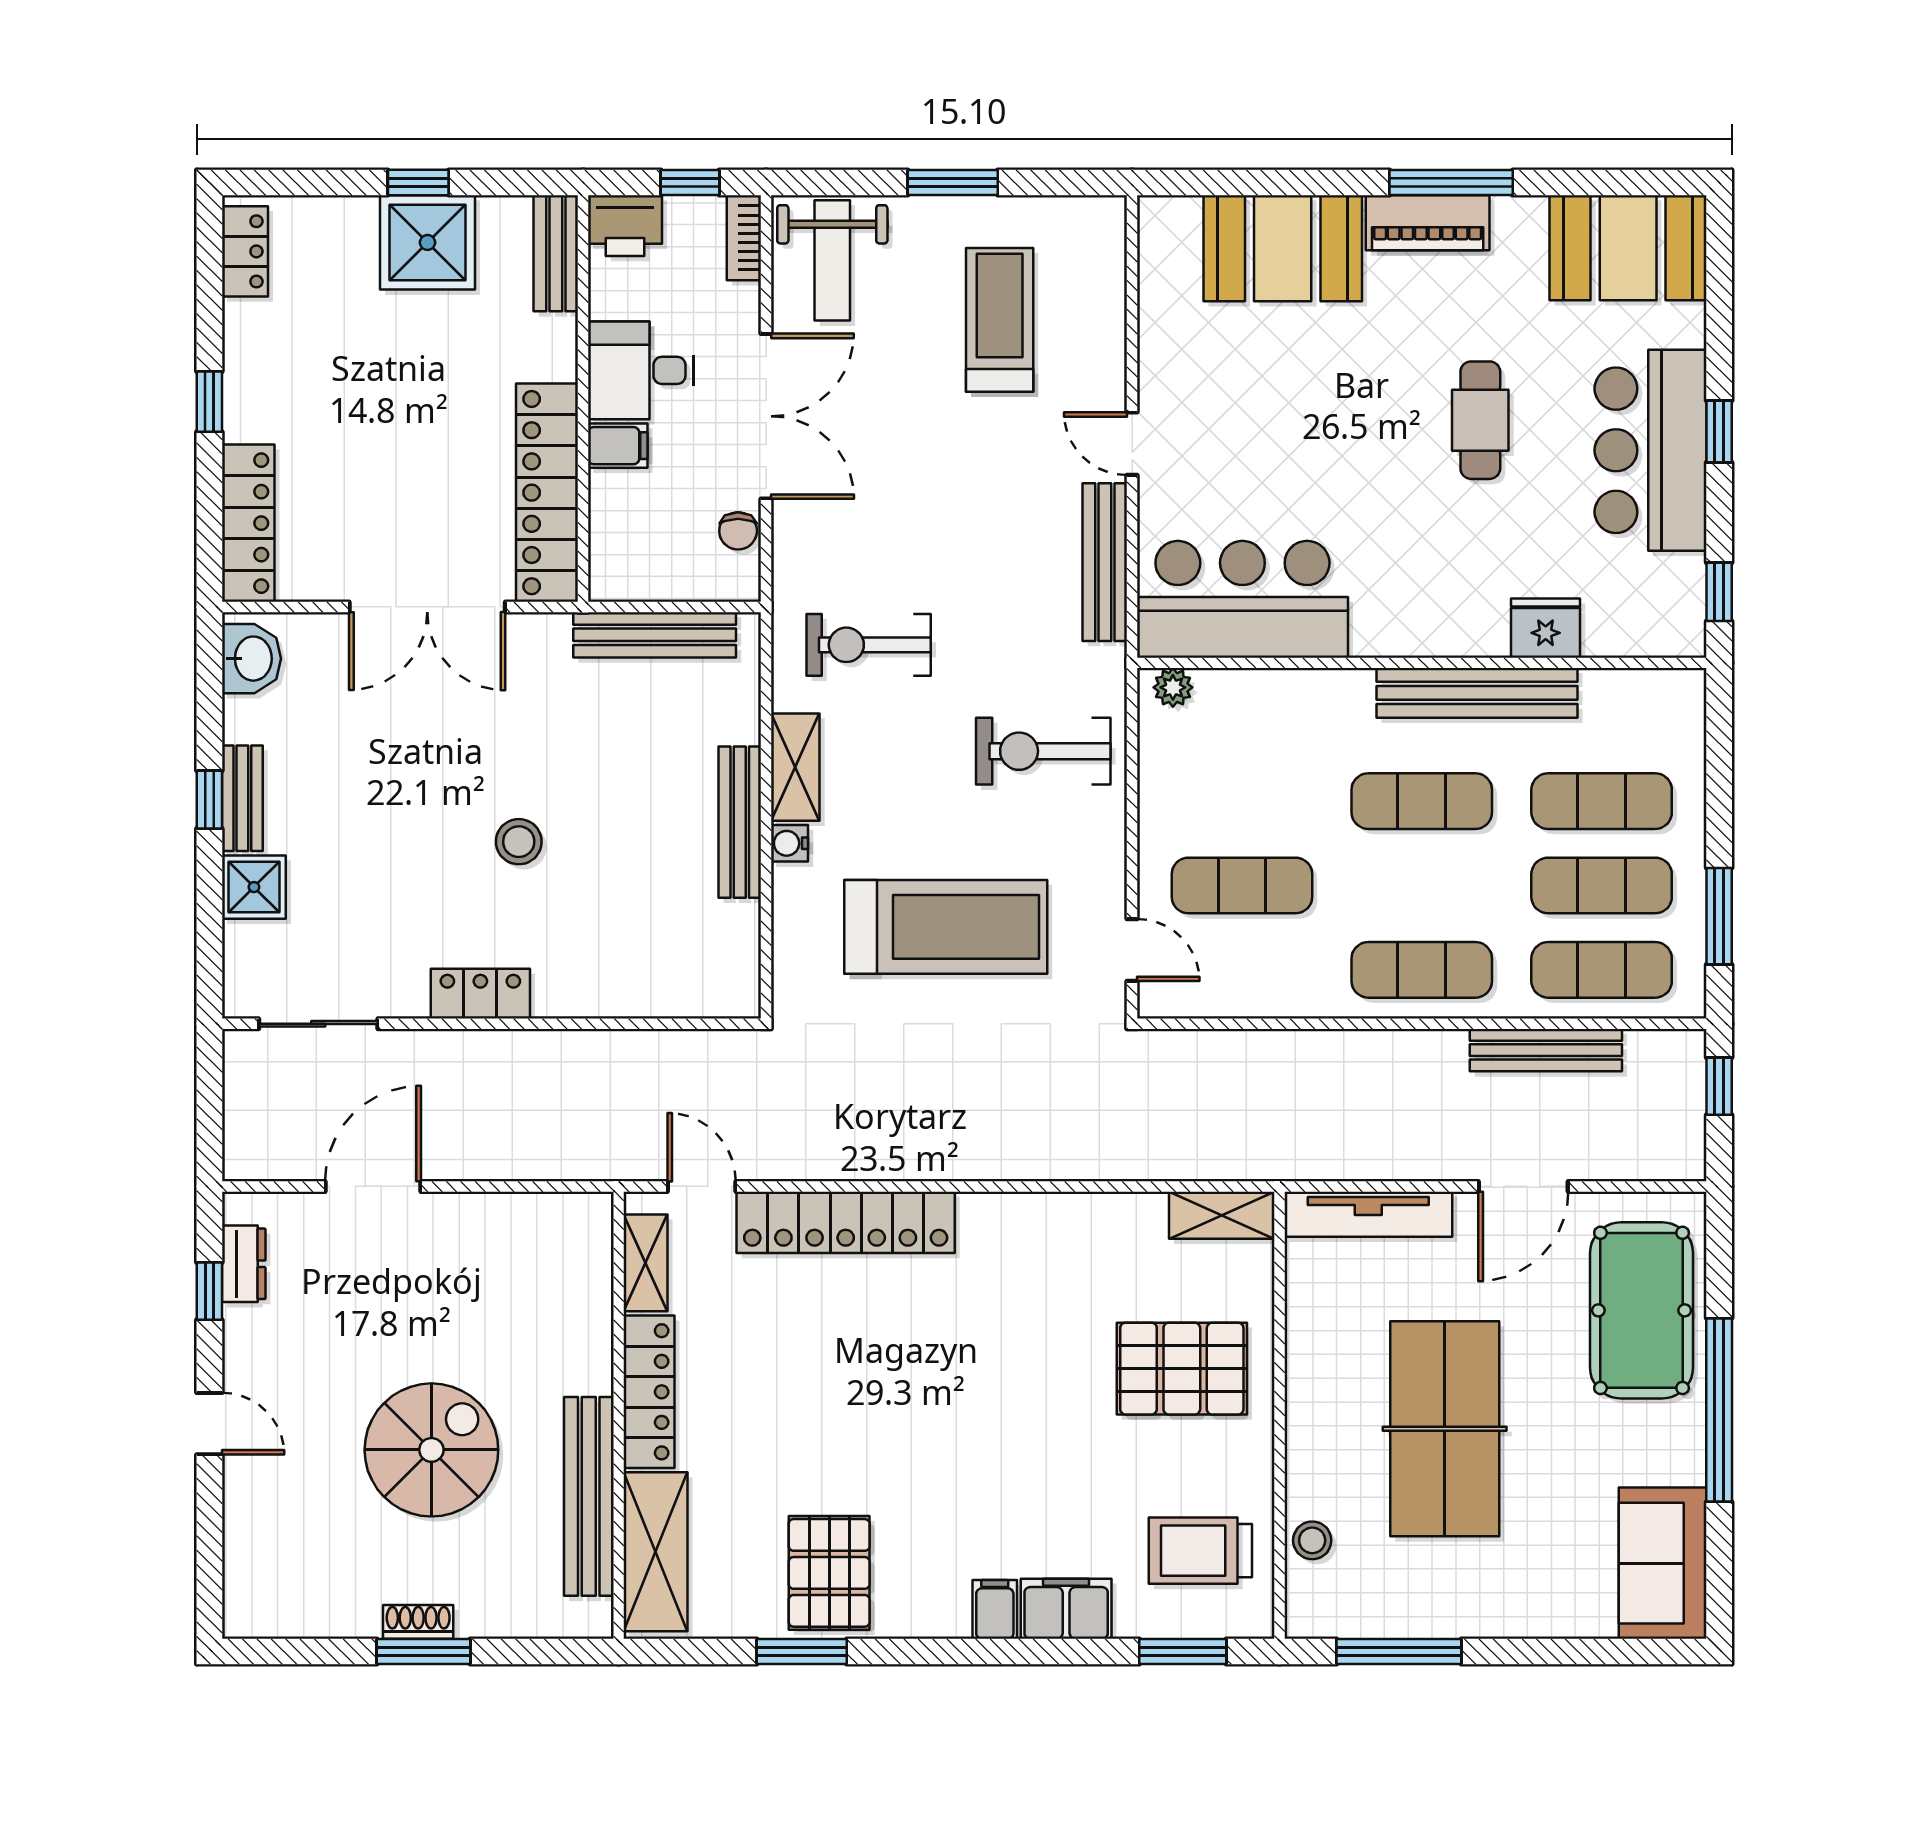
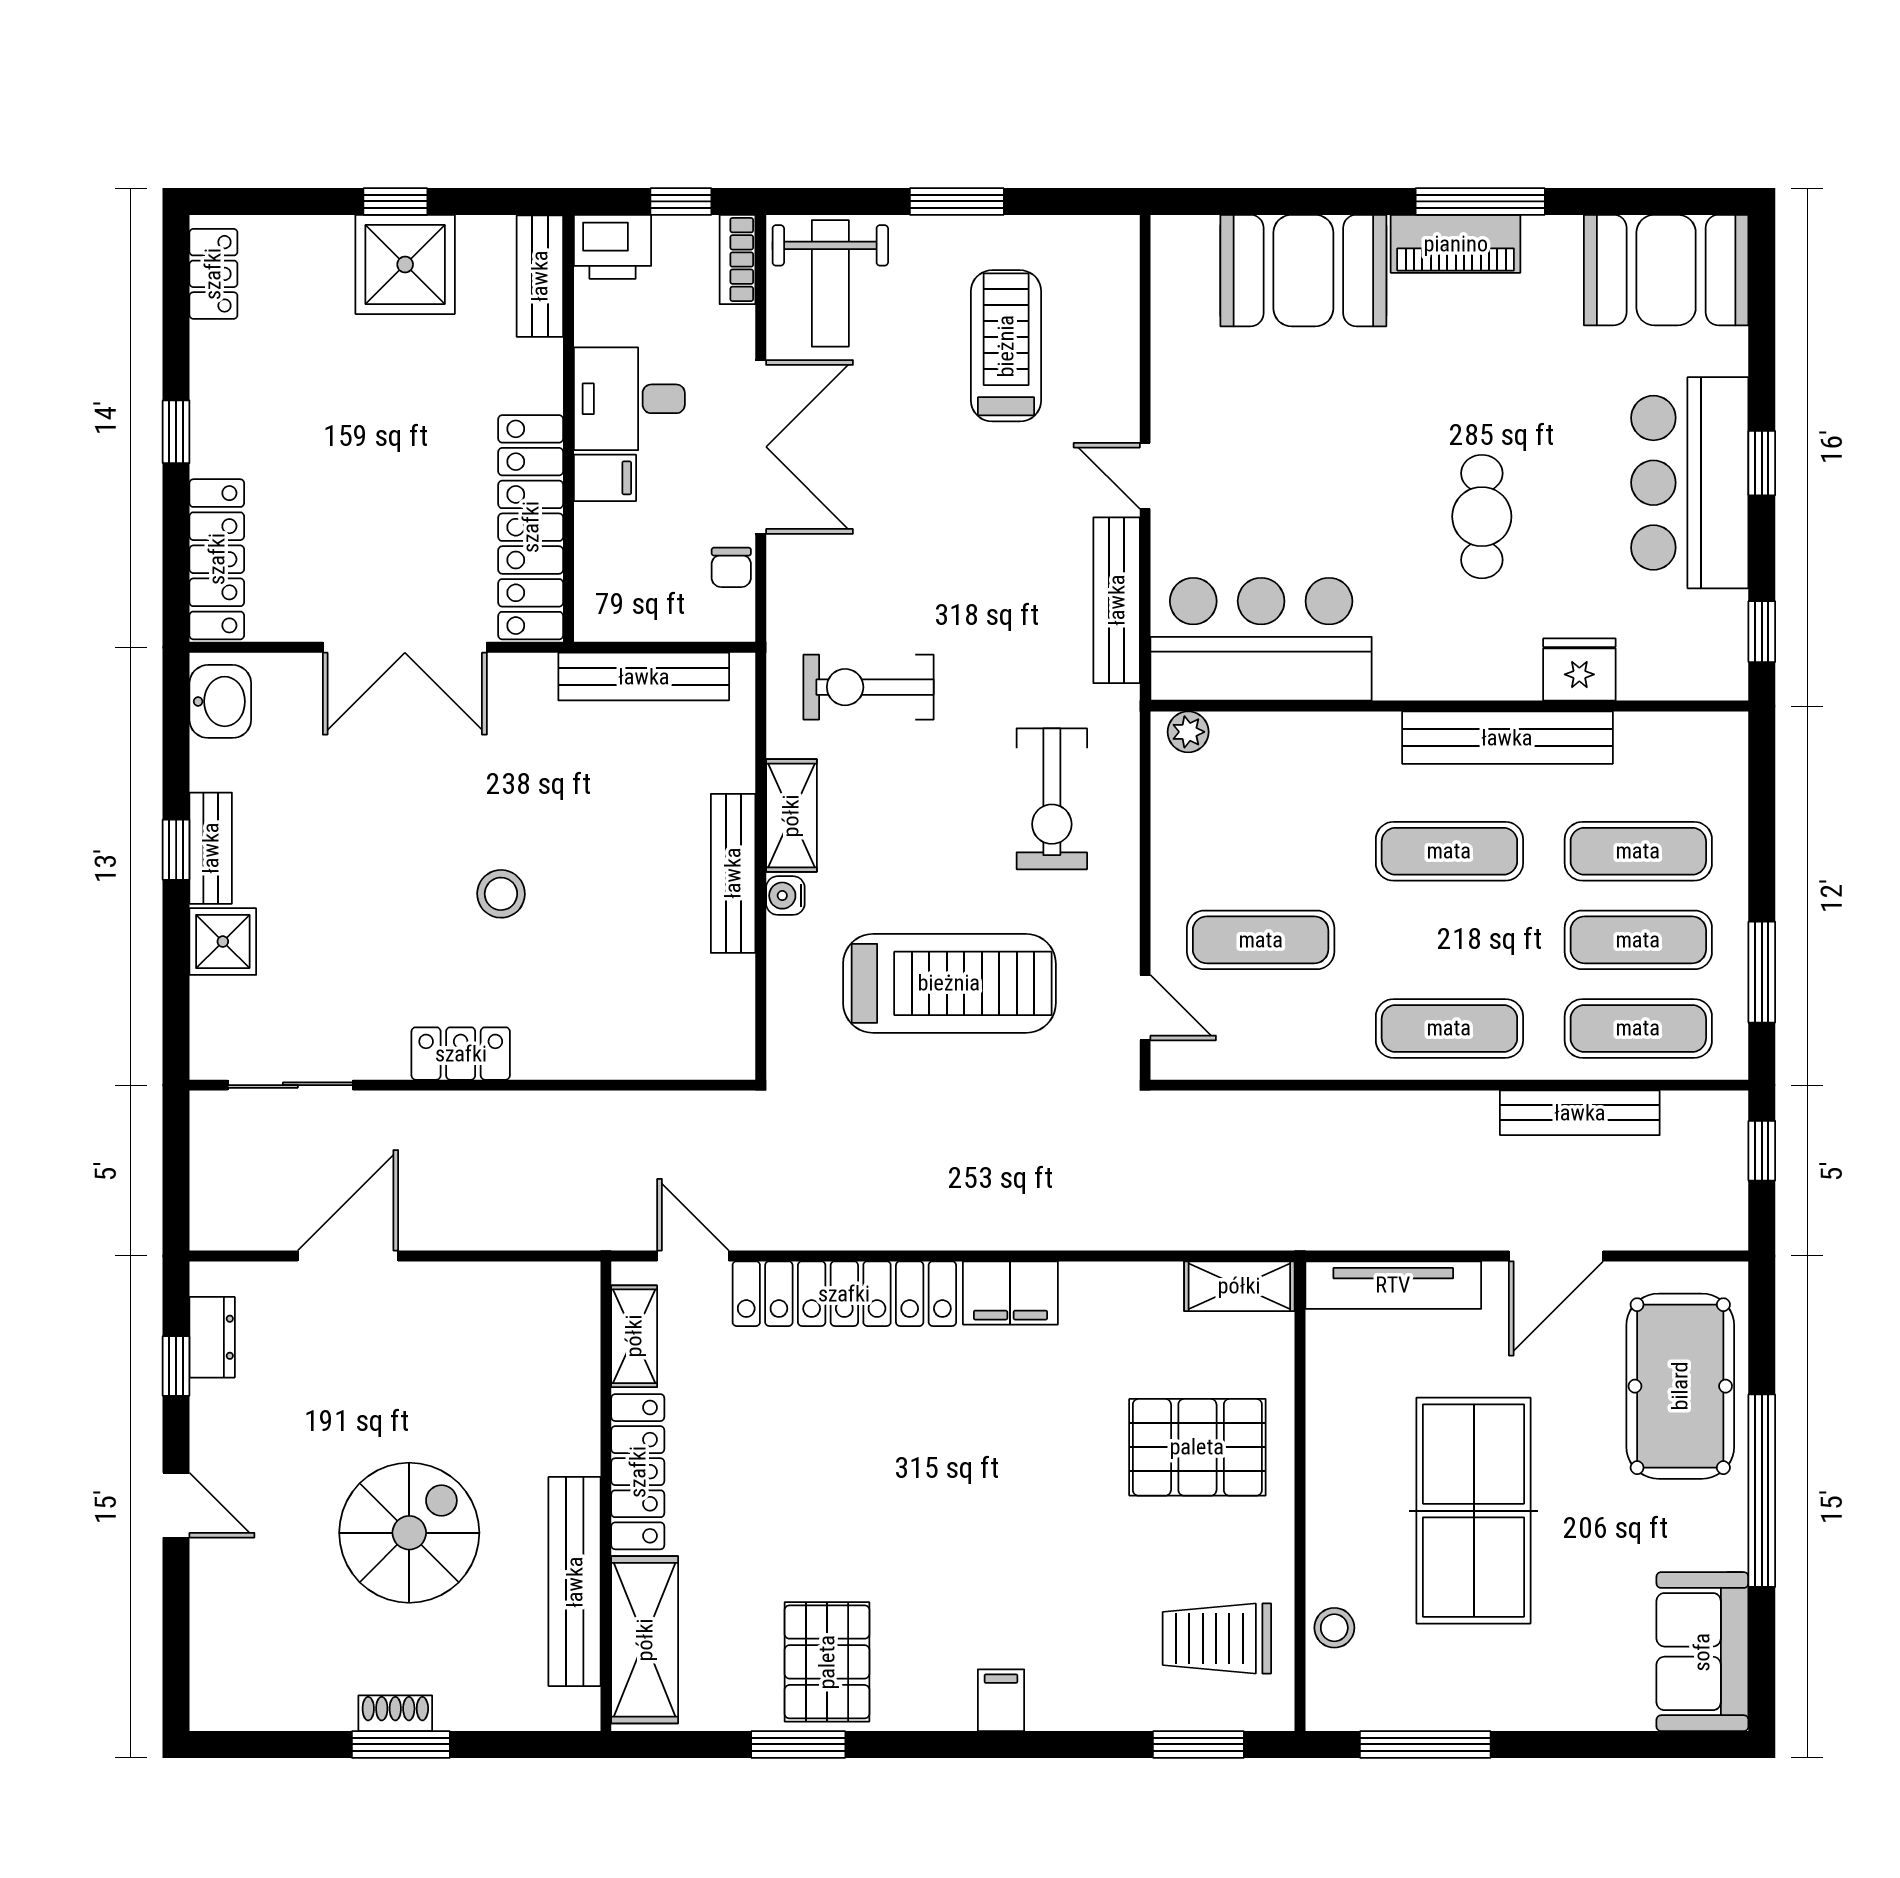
cafe table: (1480, 420) -> (1482, 517), moved
exercise bike: (1043, 751) -> (1052, 799), turned -90
filing cabinet: (1066, 1609) -> (1010, 1293), moved, turned 180

